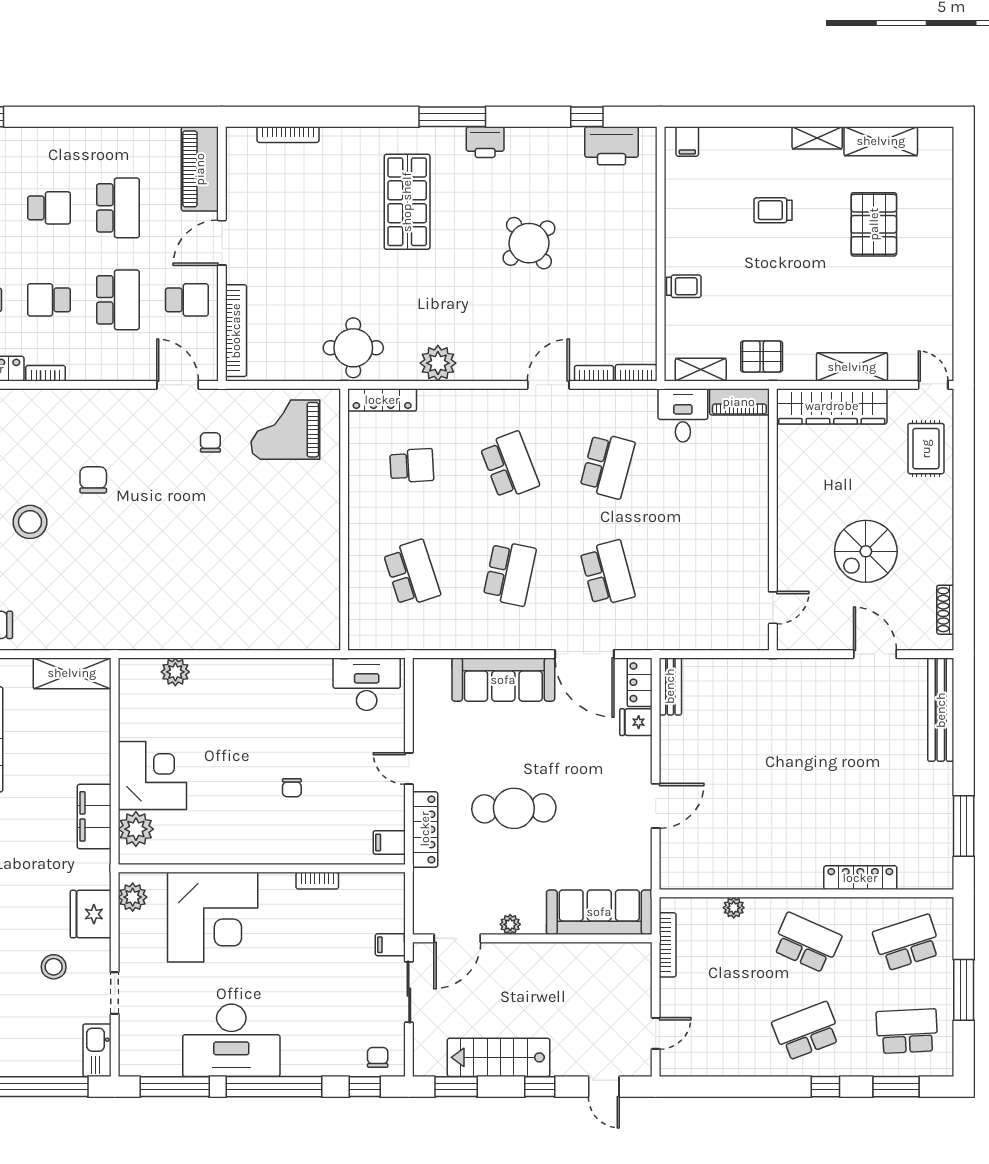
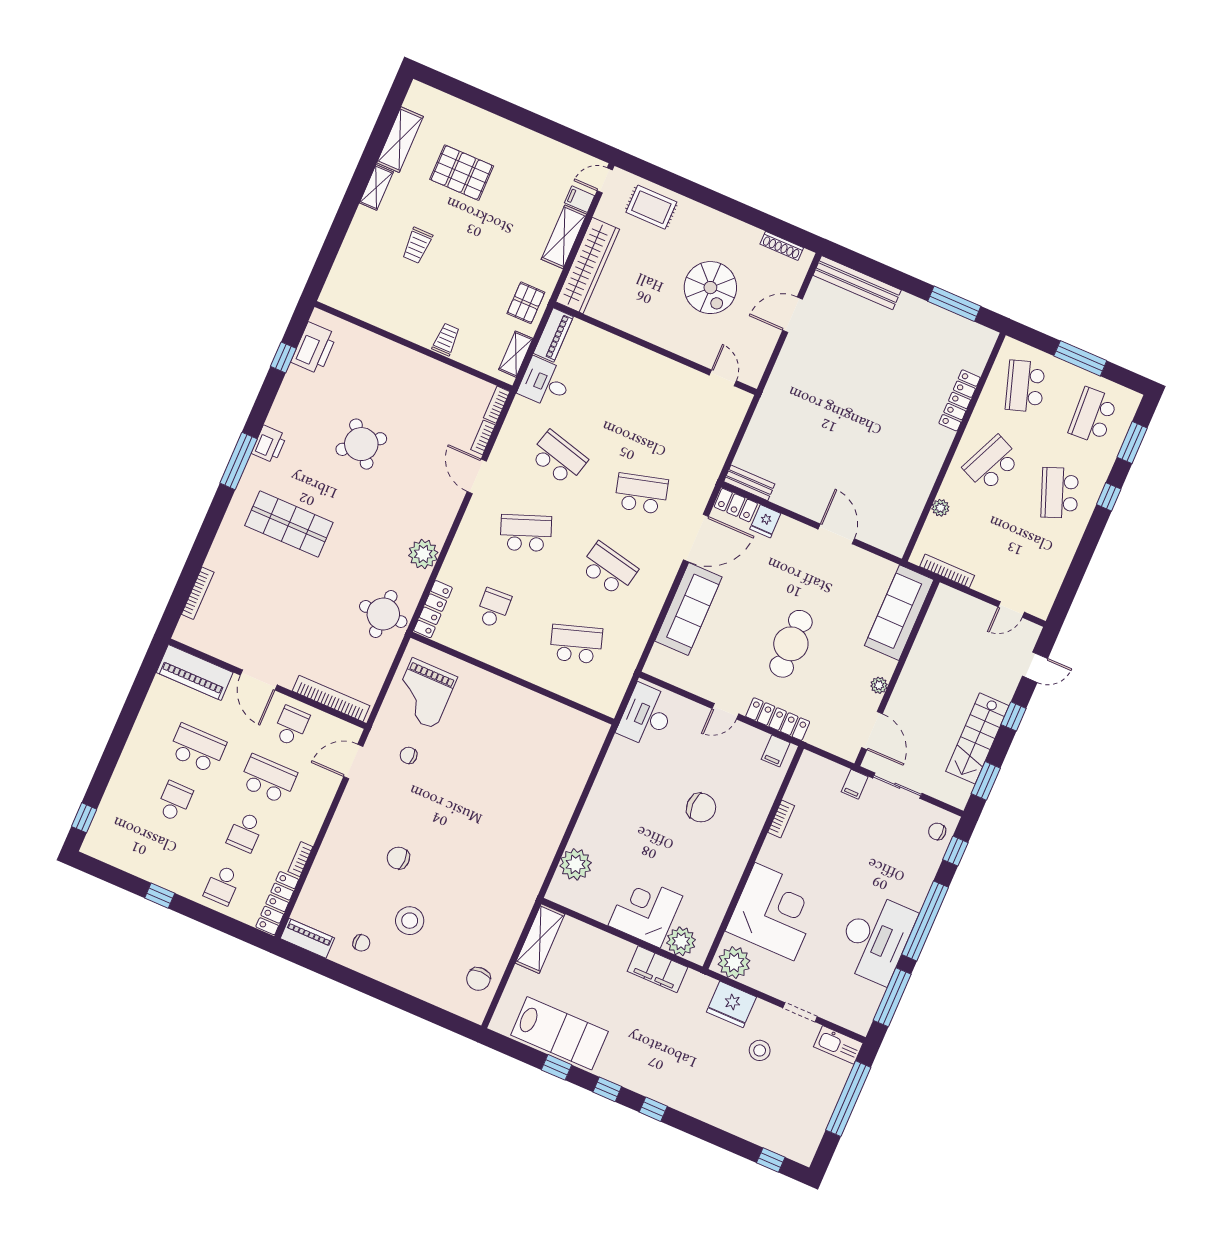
filing cabinet: (687, 142) -> (580, 199), moved, turned 180
plant: (175, 672) -> (576, 864), width x1.36, depth x1.36
chair: (292, 788) -> (701, 808), width x1.87, depth x1.87
plant: (133, 897) -> (734, 963), width x1.36, depth x1.36
door: (656, 1033) -> (1011, 610), swing flipped

